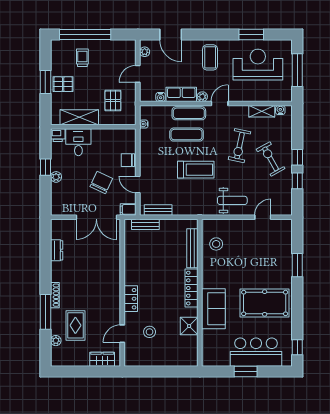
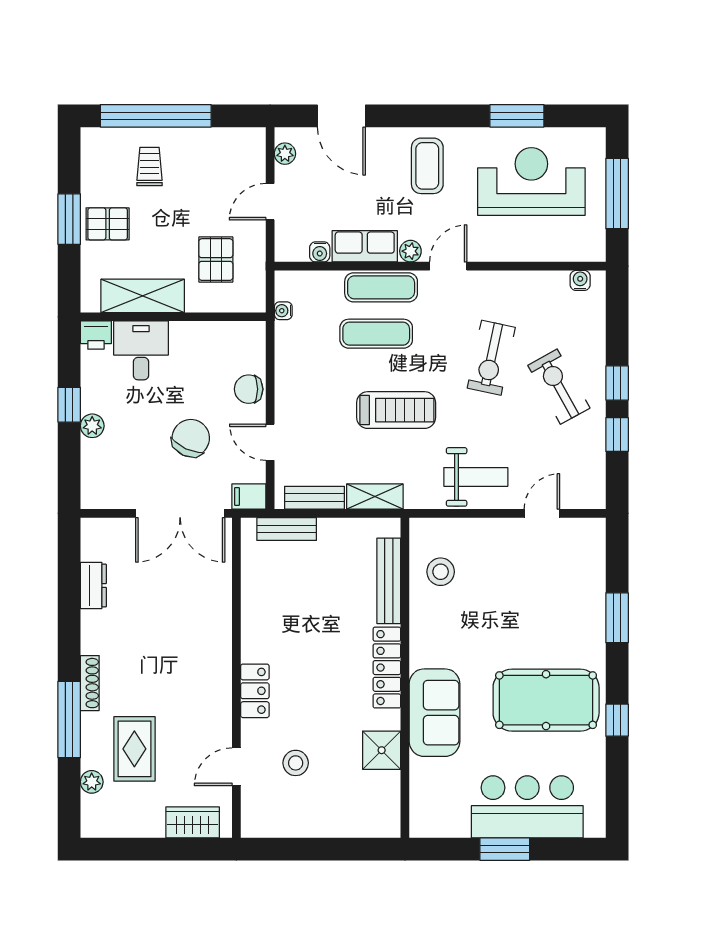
shelving: (262, 111) -> (375, 497), moved
window: (297, 347) -> (617, 720), moved

